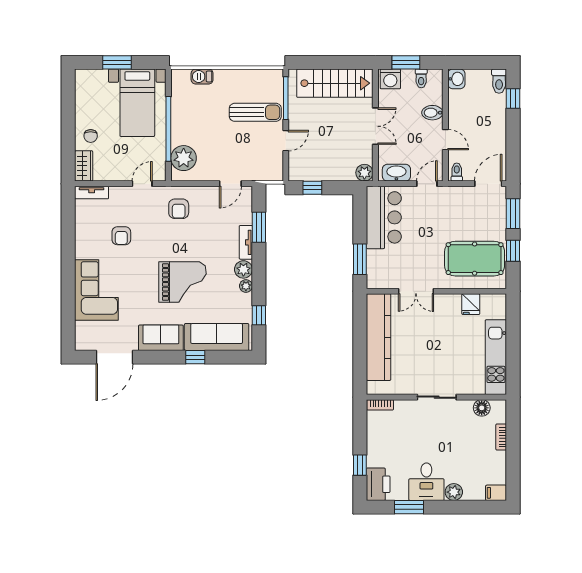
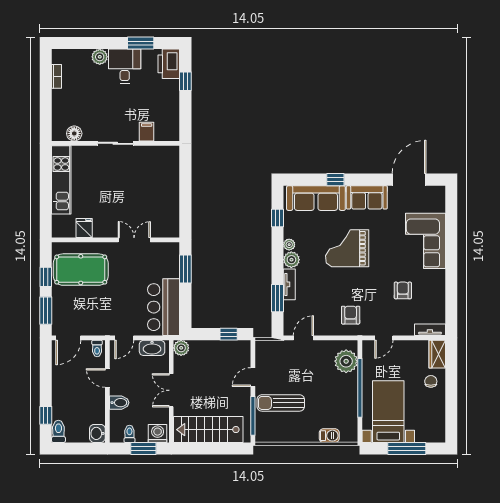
window: (117, 62) -> (407, 449), width x1.44
kitchen counter: (379, 337) -> (168, 198), removed
bookcase: (380, 405) -> (167, 136), removed
bookcase: (501, 437) -> (56, 76), moved
filing cabinet: (496, 493) -> (147, 132), moved, turned -90

